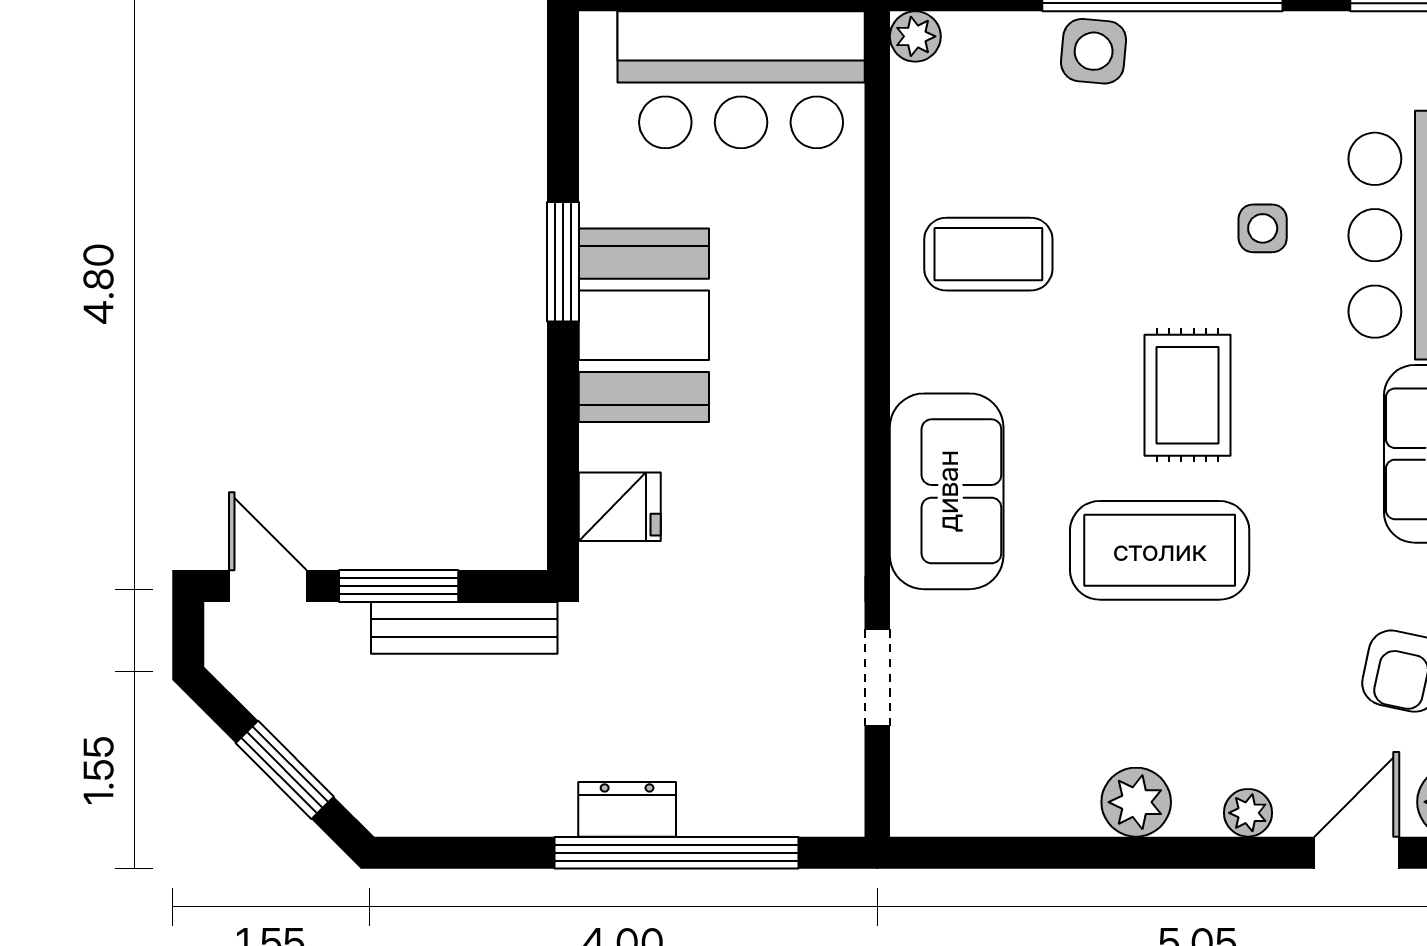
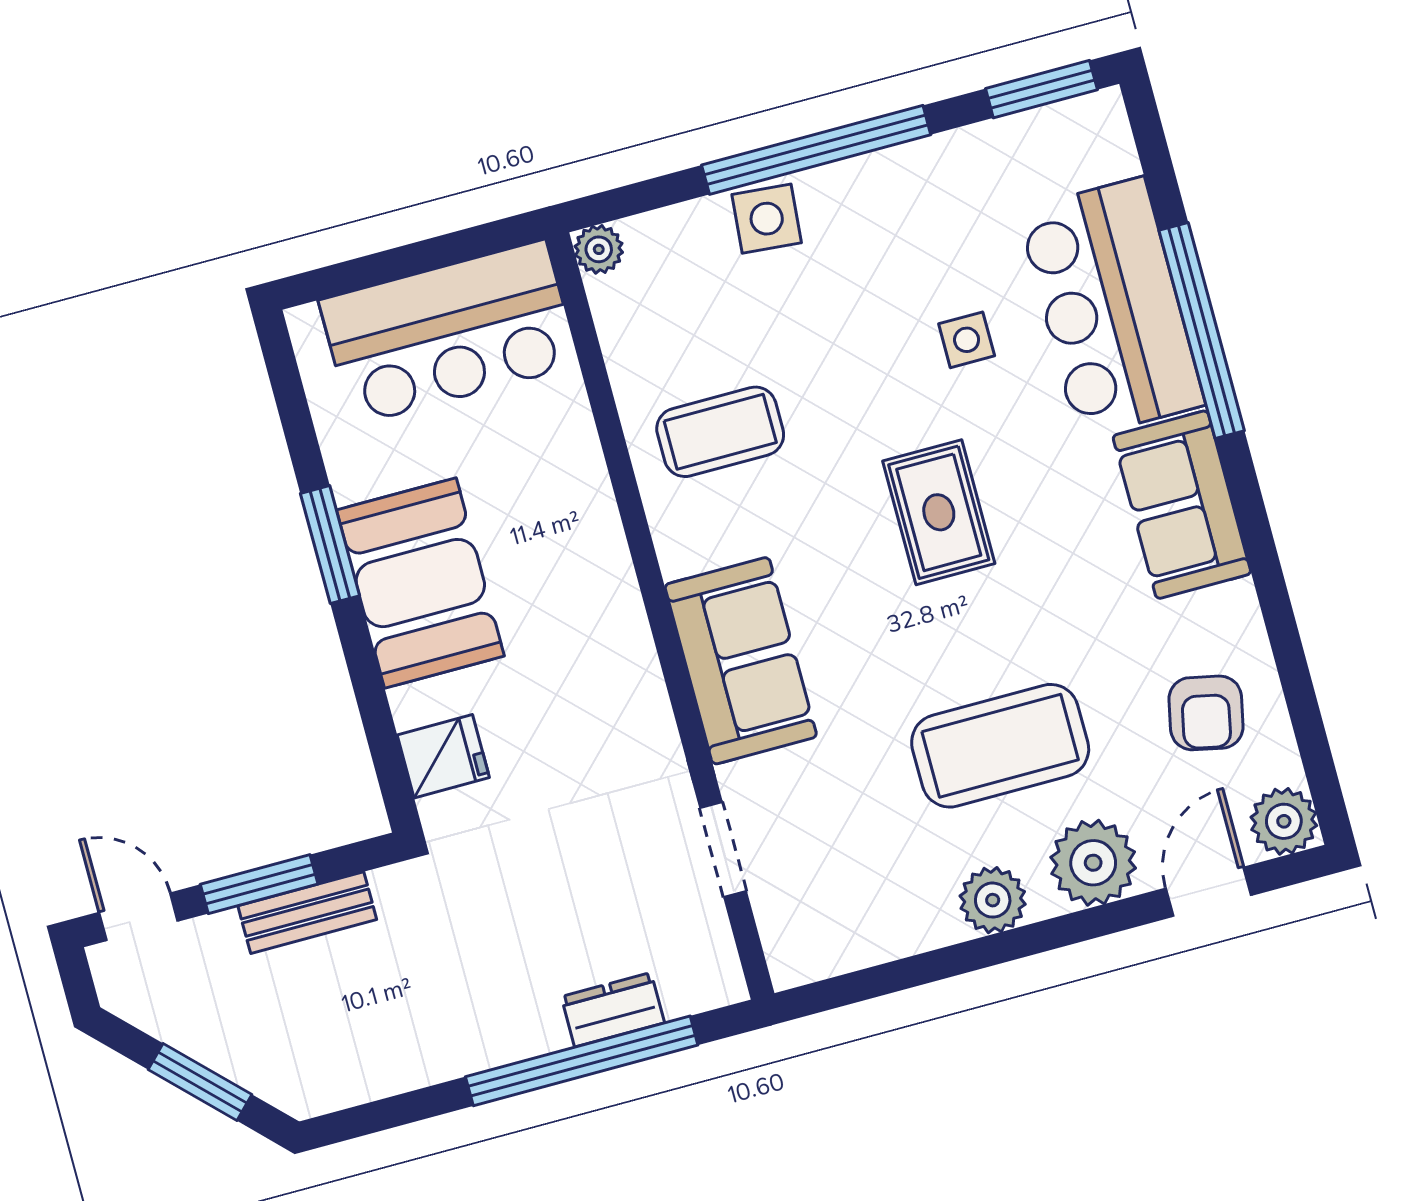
coffee table: (1160, 550) -> (1000, 746), moved
bench: (464, 628) -> (307, 913), width x0.73
dresser: (627, 809) -> (613, 1010), moved
plant: (1248, 813) -> (1093, 863), width x1.88, depth x1.88

